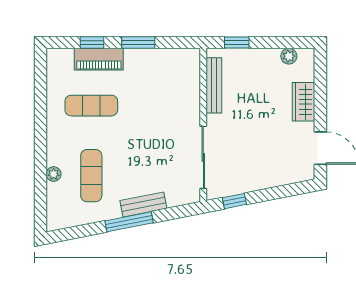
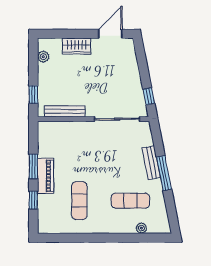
piano: (99, 59) -> (45, 176), moved
plant: (54, 174) -> (141, 228), moved

